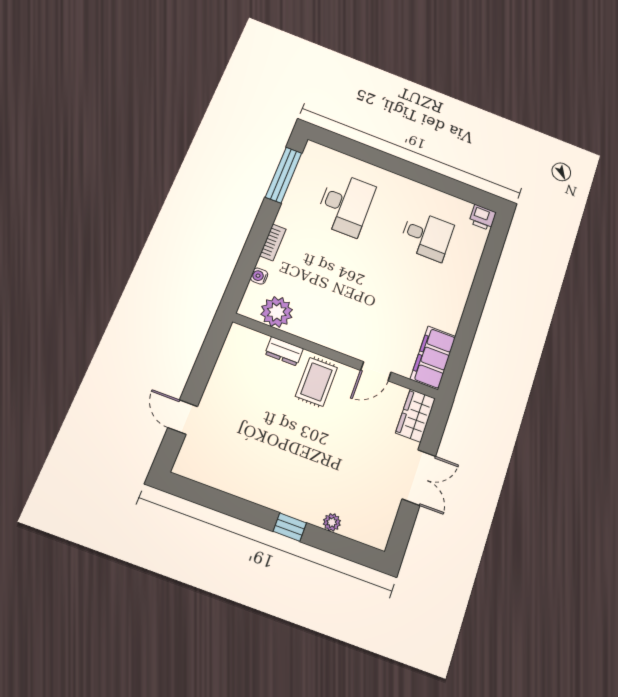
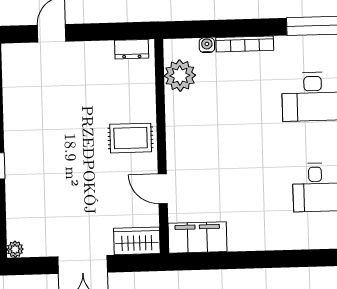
bookcase: (273, 242) -> (245, 44), width x1.56
dresser: (284, 351) -> (132, 49), moved, turned -90
plant: (332, 522) -> (15, 249), moved

